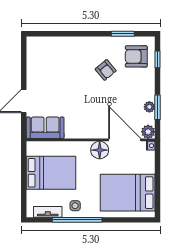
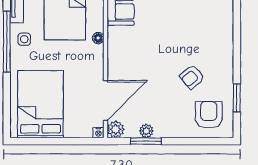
window: (158, 59) -> (205, 141), removed
floor lamp: (100, 150) -> (98, 38), moved, width x0.53, depth x0.53

